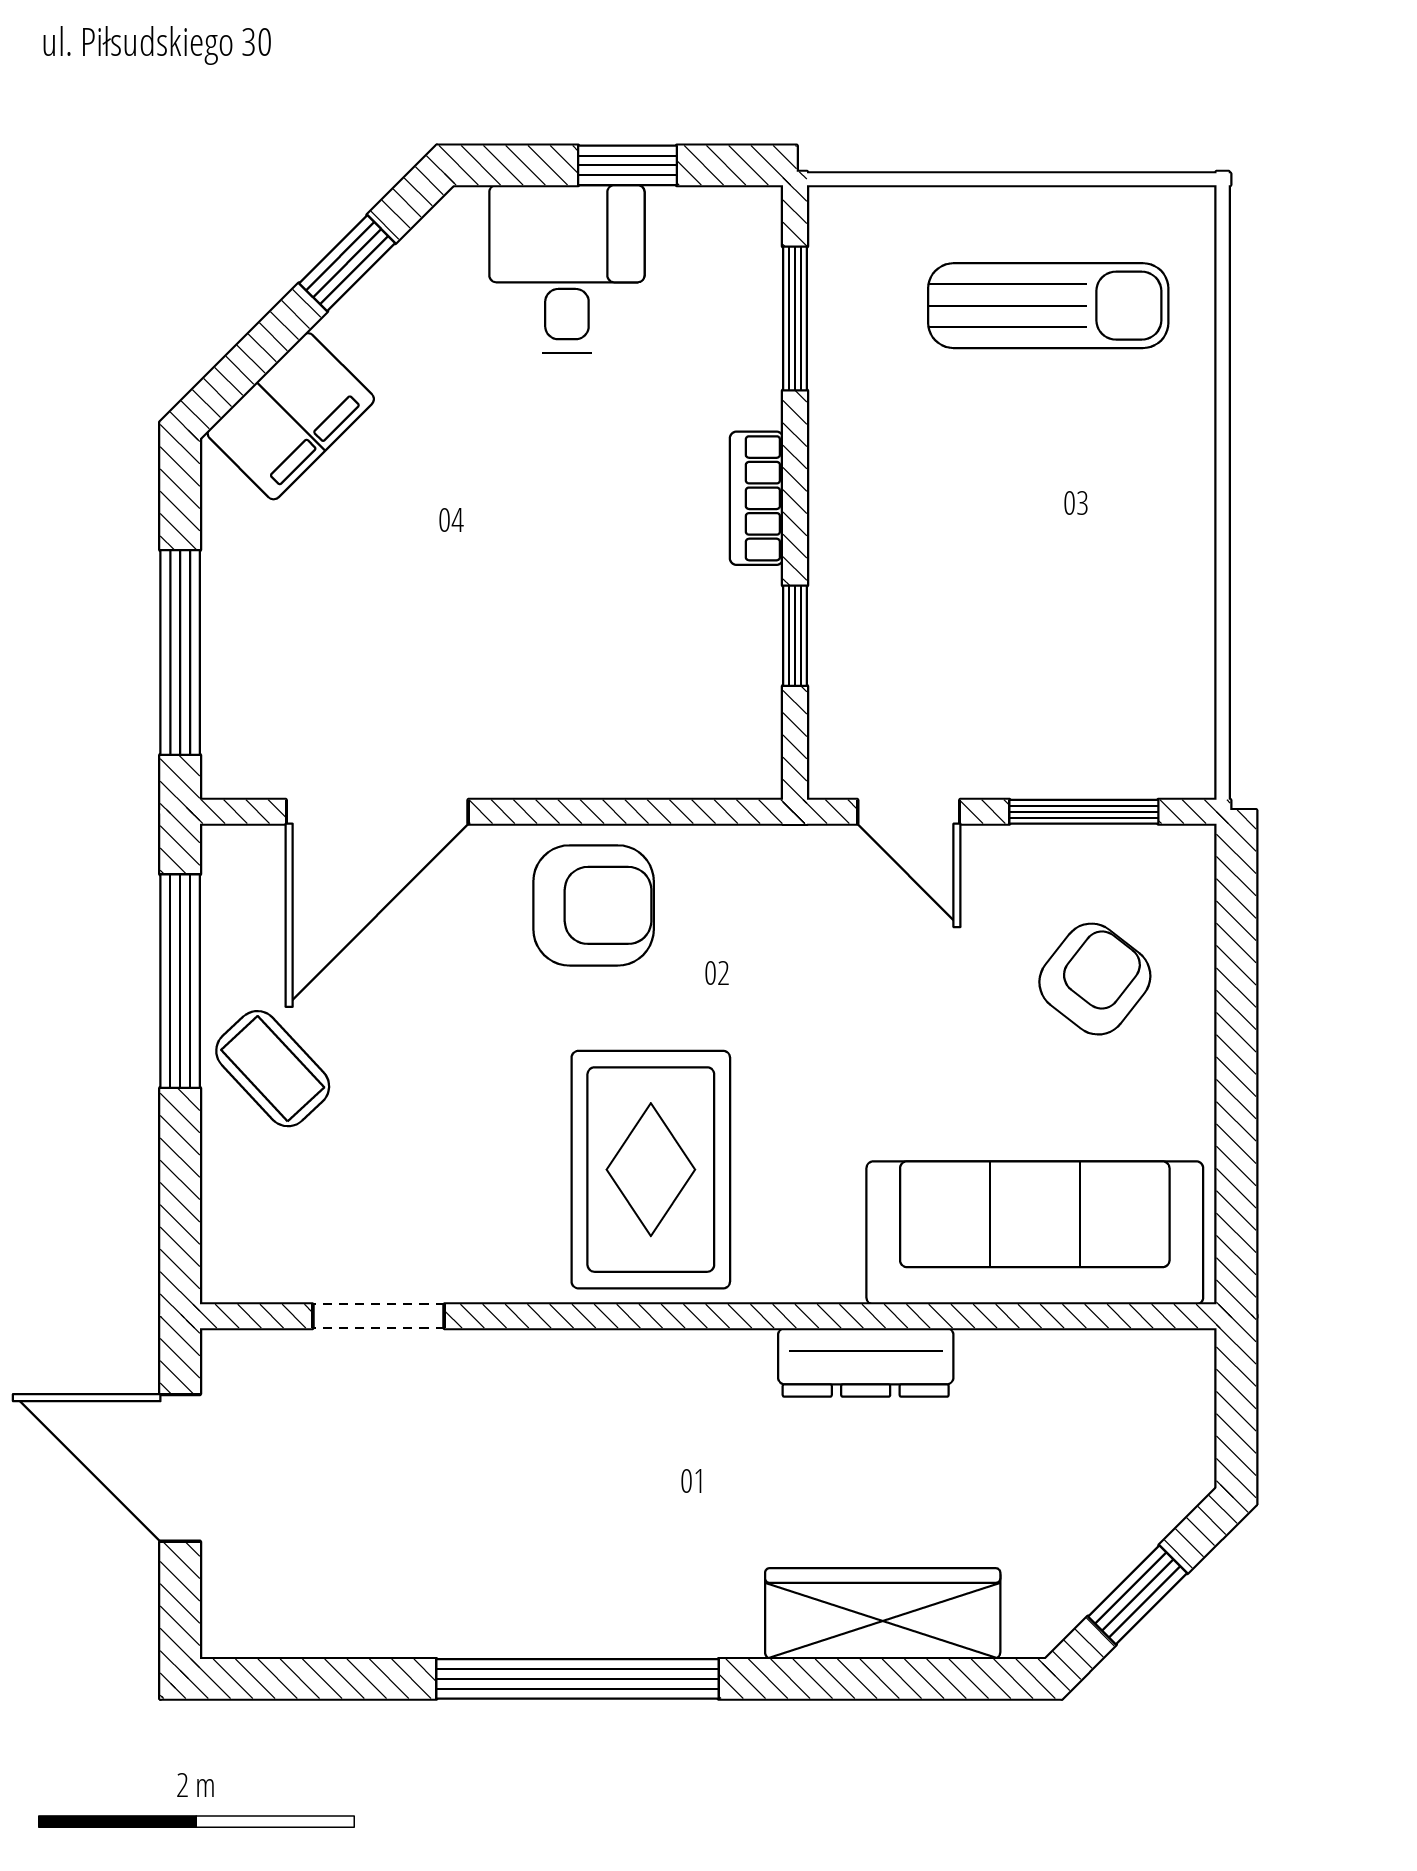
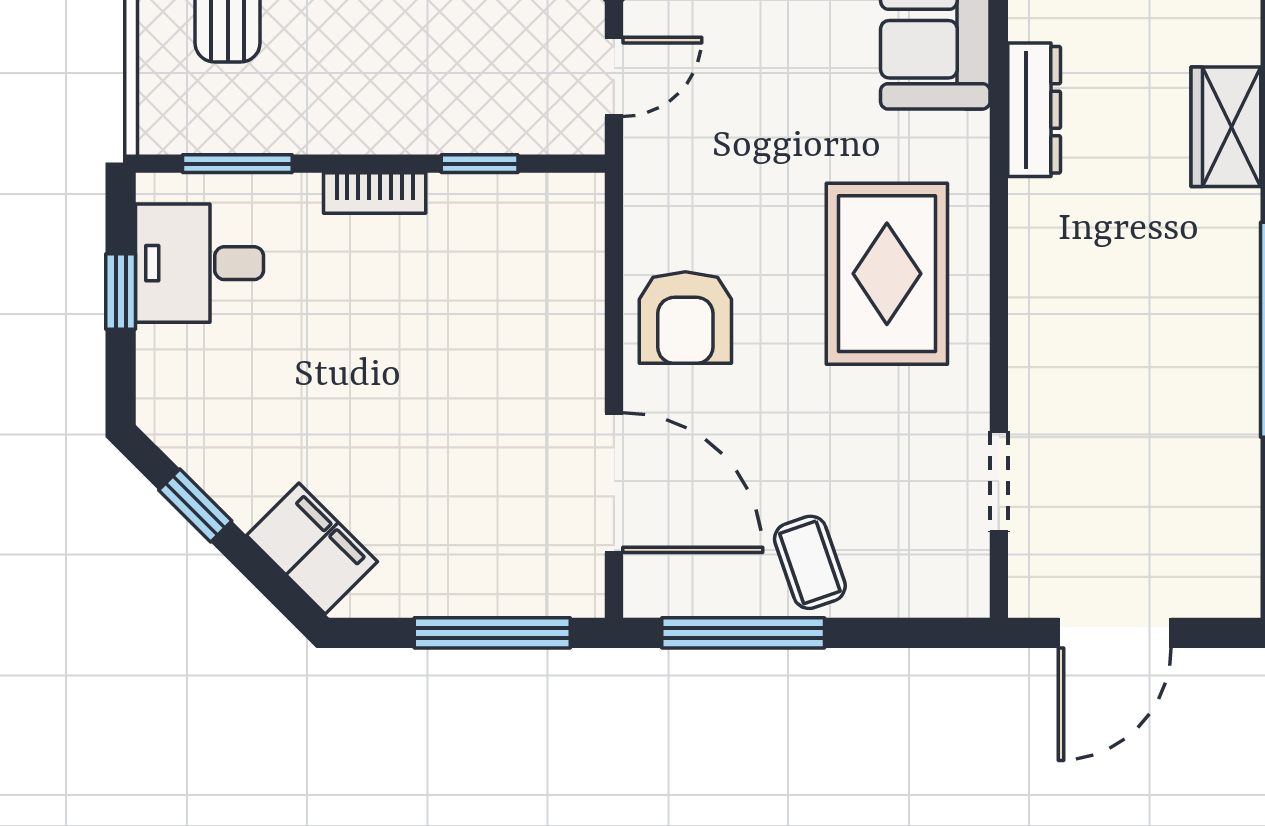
desk: (567, 269) -> (200, 263), moved
armchair: (594, 905) -> (685, 317), turned 180
coffee table: (273, 1069) -> (810, 562), turned -66
rug: (651, 1170) -> (887, 274), turned 90
wardrobe: (883, 1614) -> (1226, 127), width x0.67

